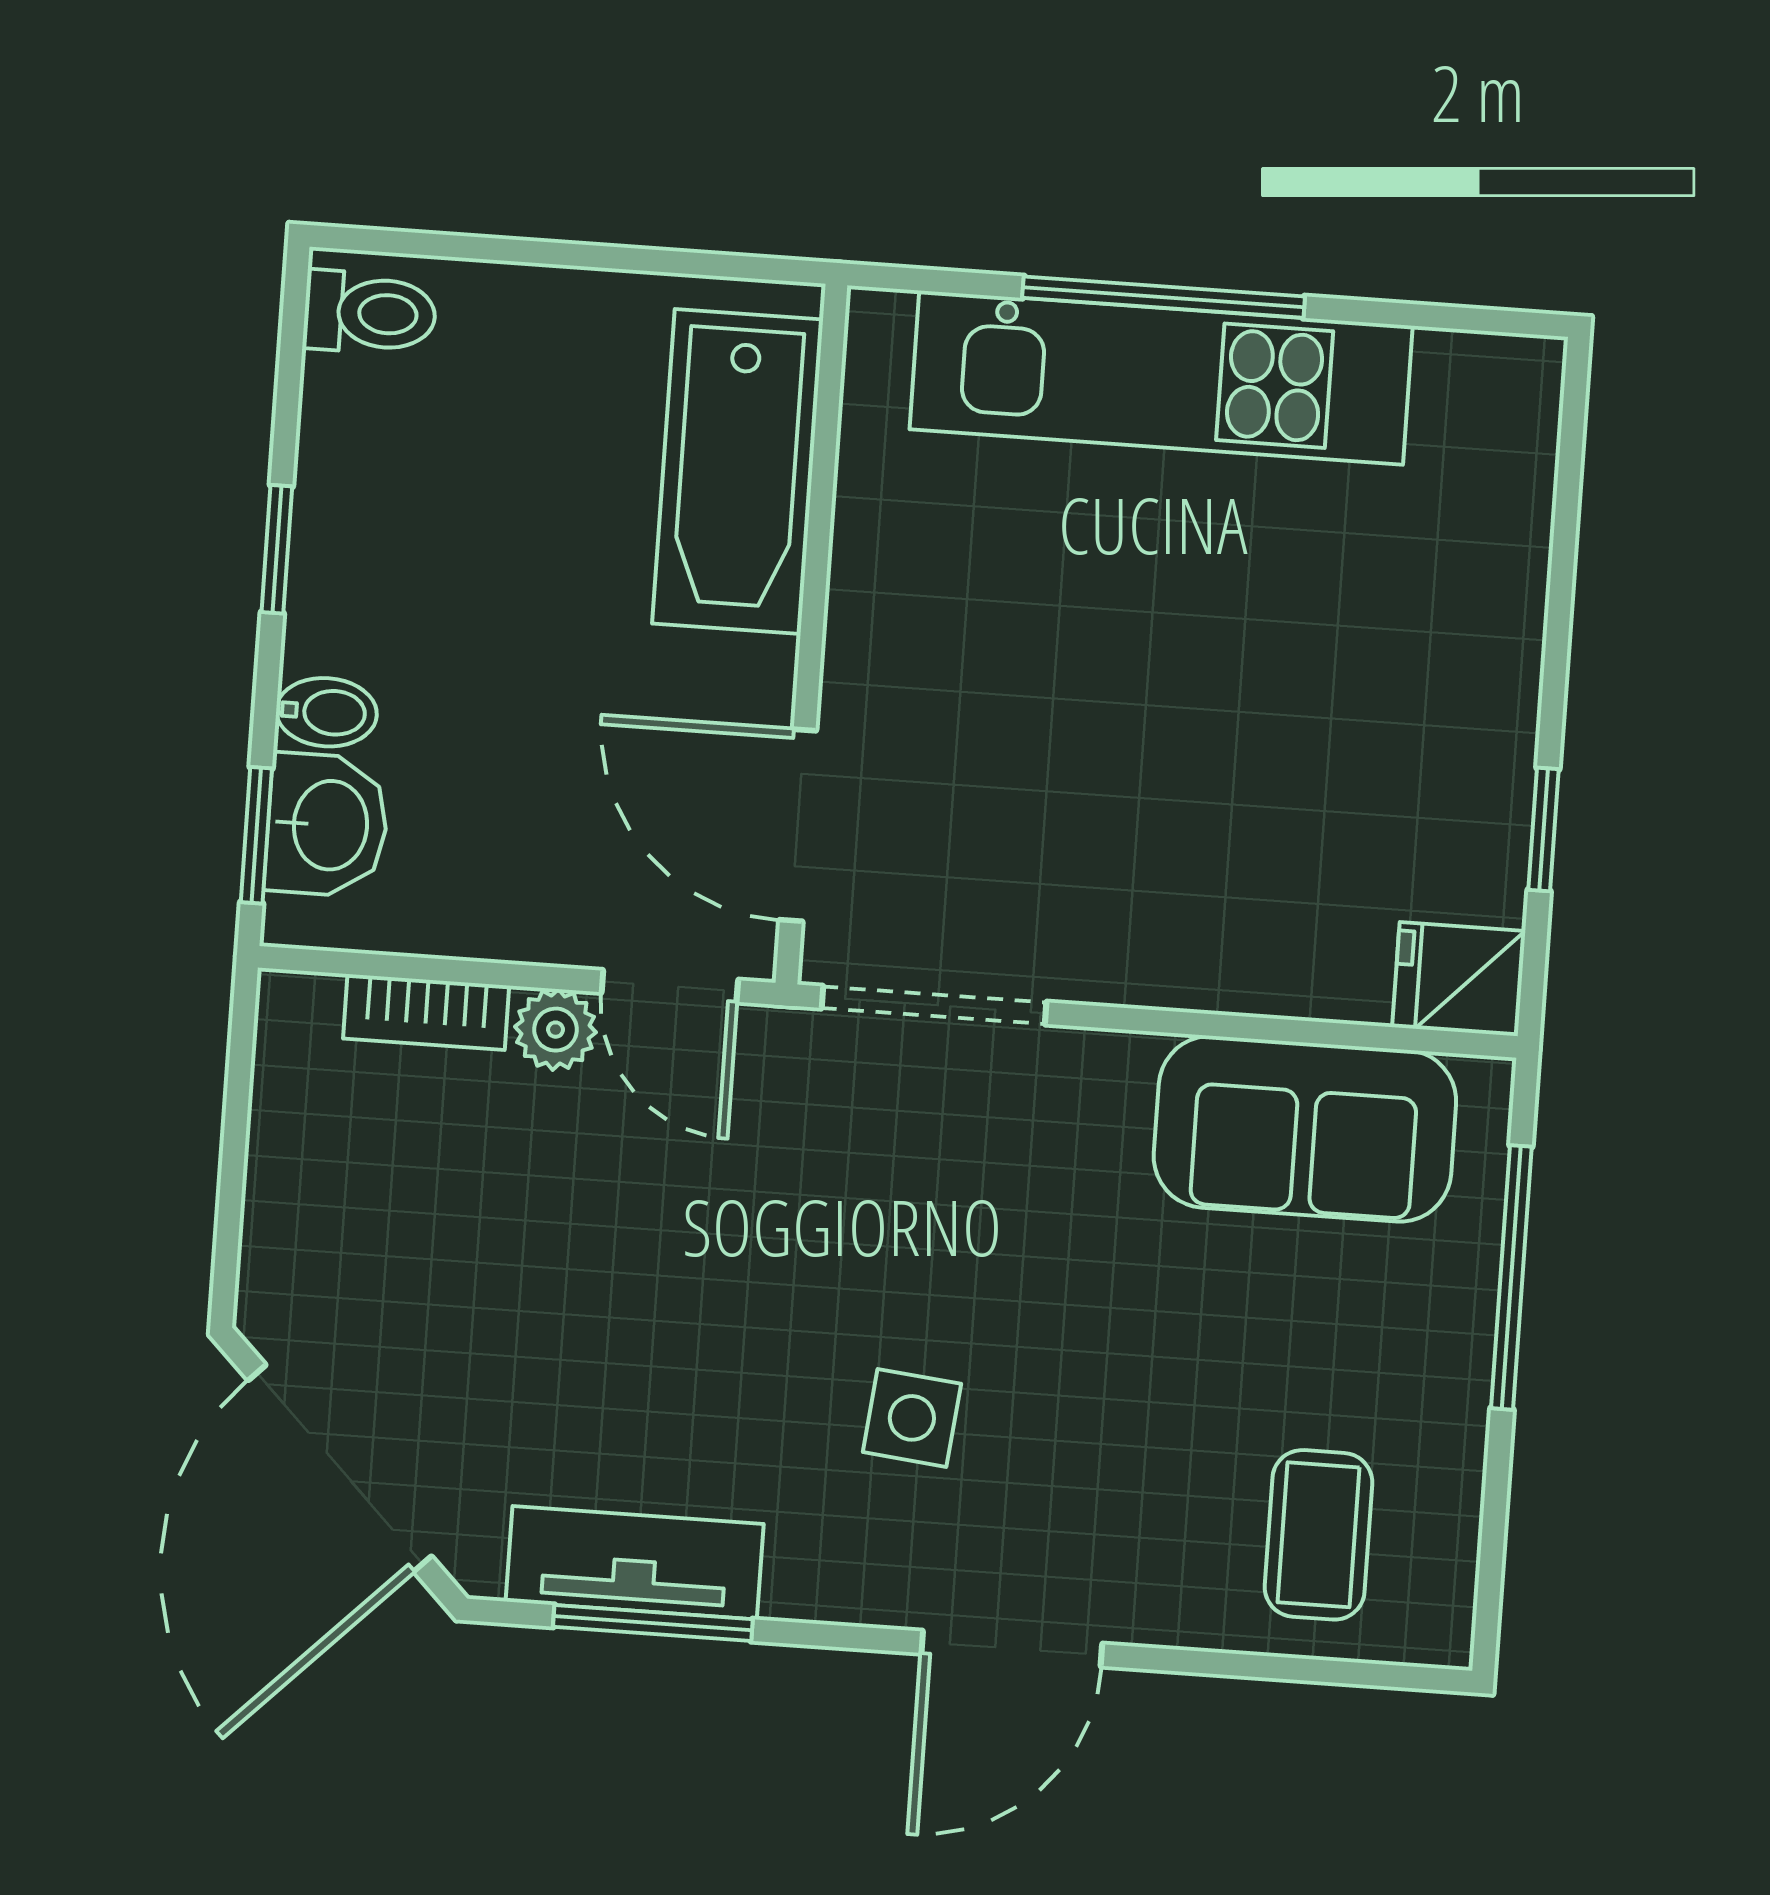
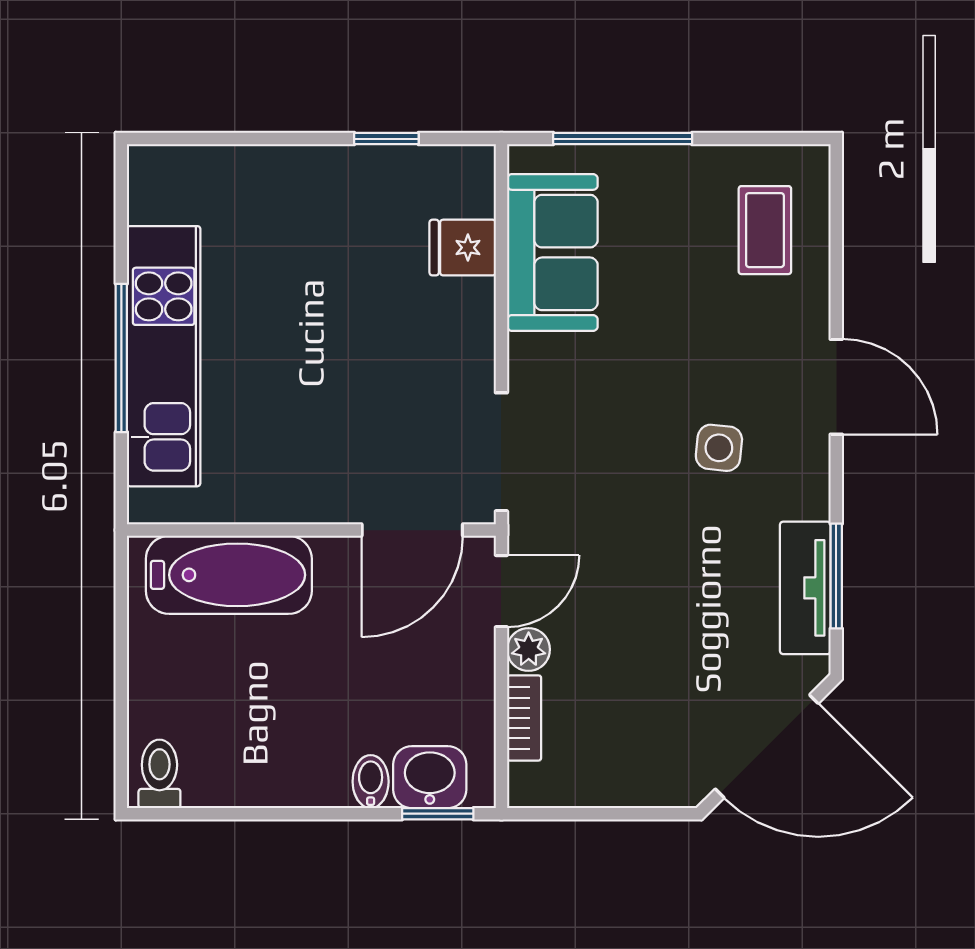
window: (277, 549) -> (287, 814), removed
fridge: (1459, 979) -> (463, 248), moved, turned 90
coffee table: (1319, 1535) -> (765, 230), turned 90

